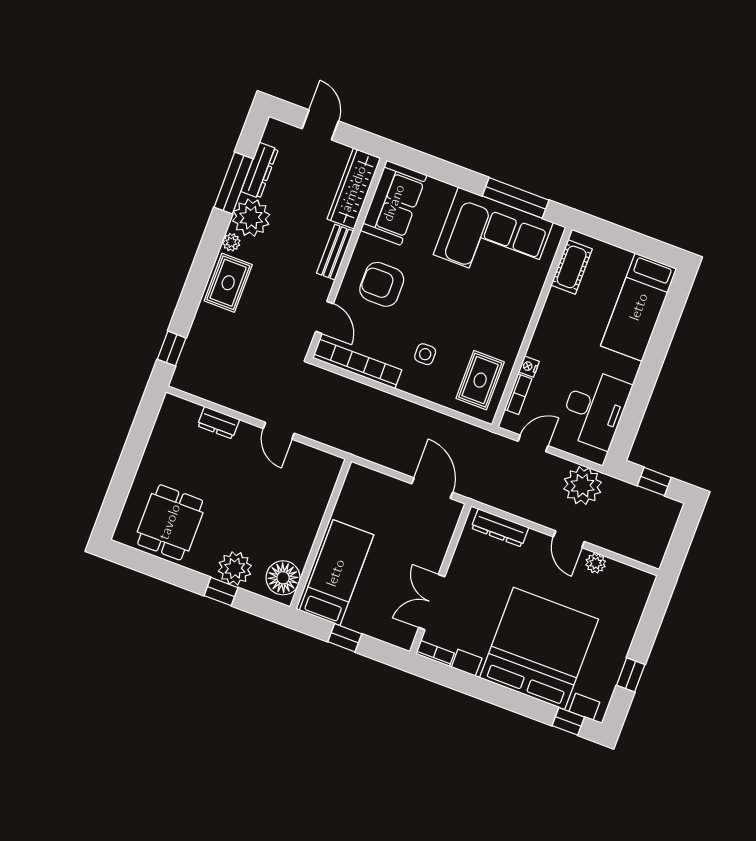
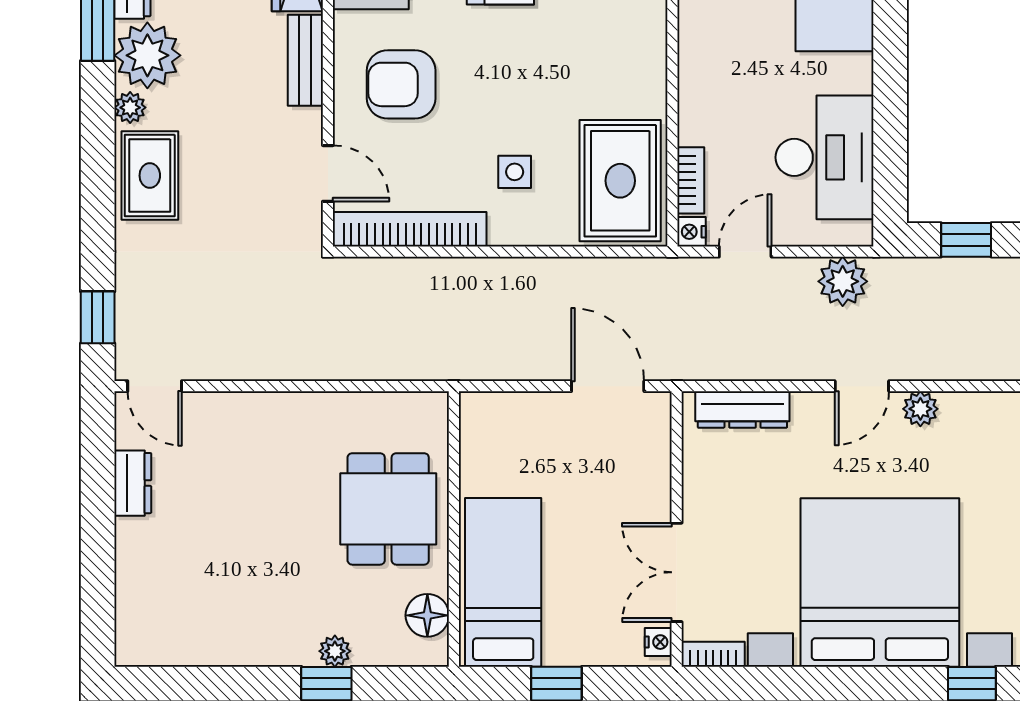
nightstand: (529, 367) -> (691, 232), moved
rug: (480, 380) -> (620, 181), width x1.36, depth x1.43
dresser: (218, 423) -> (133, 483), moved, turned -90
door: (279, 431) -> (155, 386), moved
plant: (583, 486) -> (843, 281), width x0.73, depth x0.73
dining table: (170, 522) -> (388, 509), moved
door: (569, 539) -> (862, 386), hinge flipped
plant: (235, 568) -> (335, 651), width x0.53, depth x0.53
floor lamp: (283, 578) -> (427, 615), width x0.73, depth x0.73
nightstand: (408, 636) -> (658, 642), added

